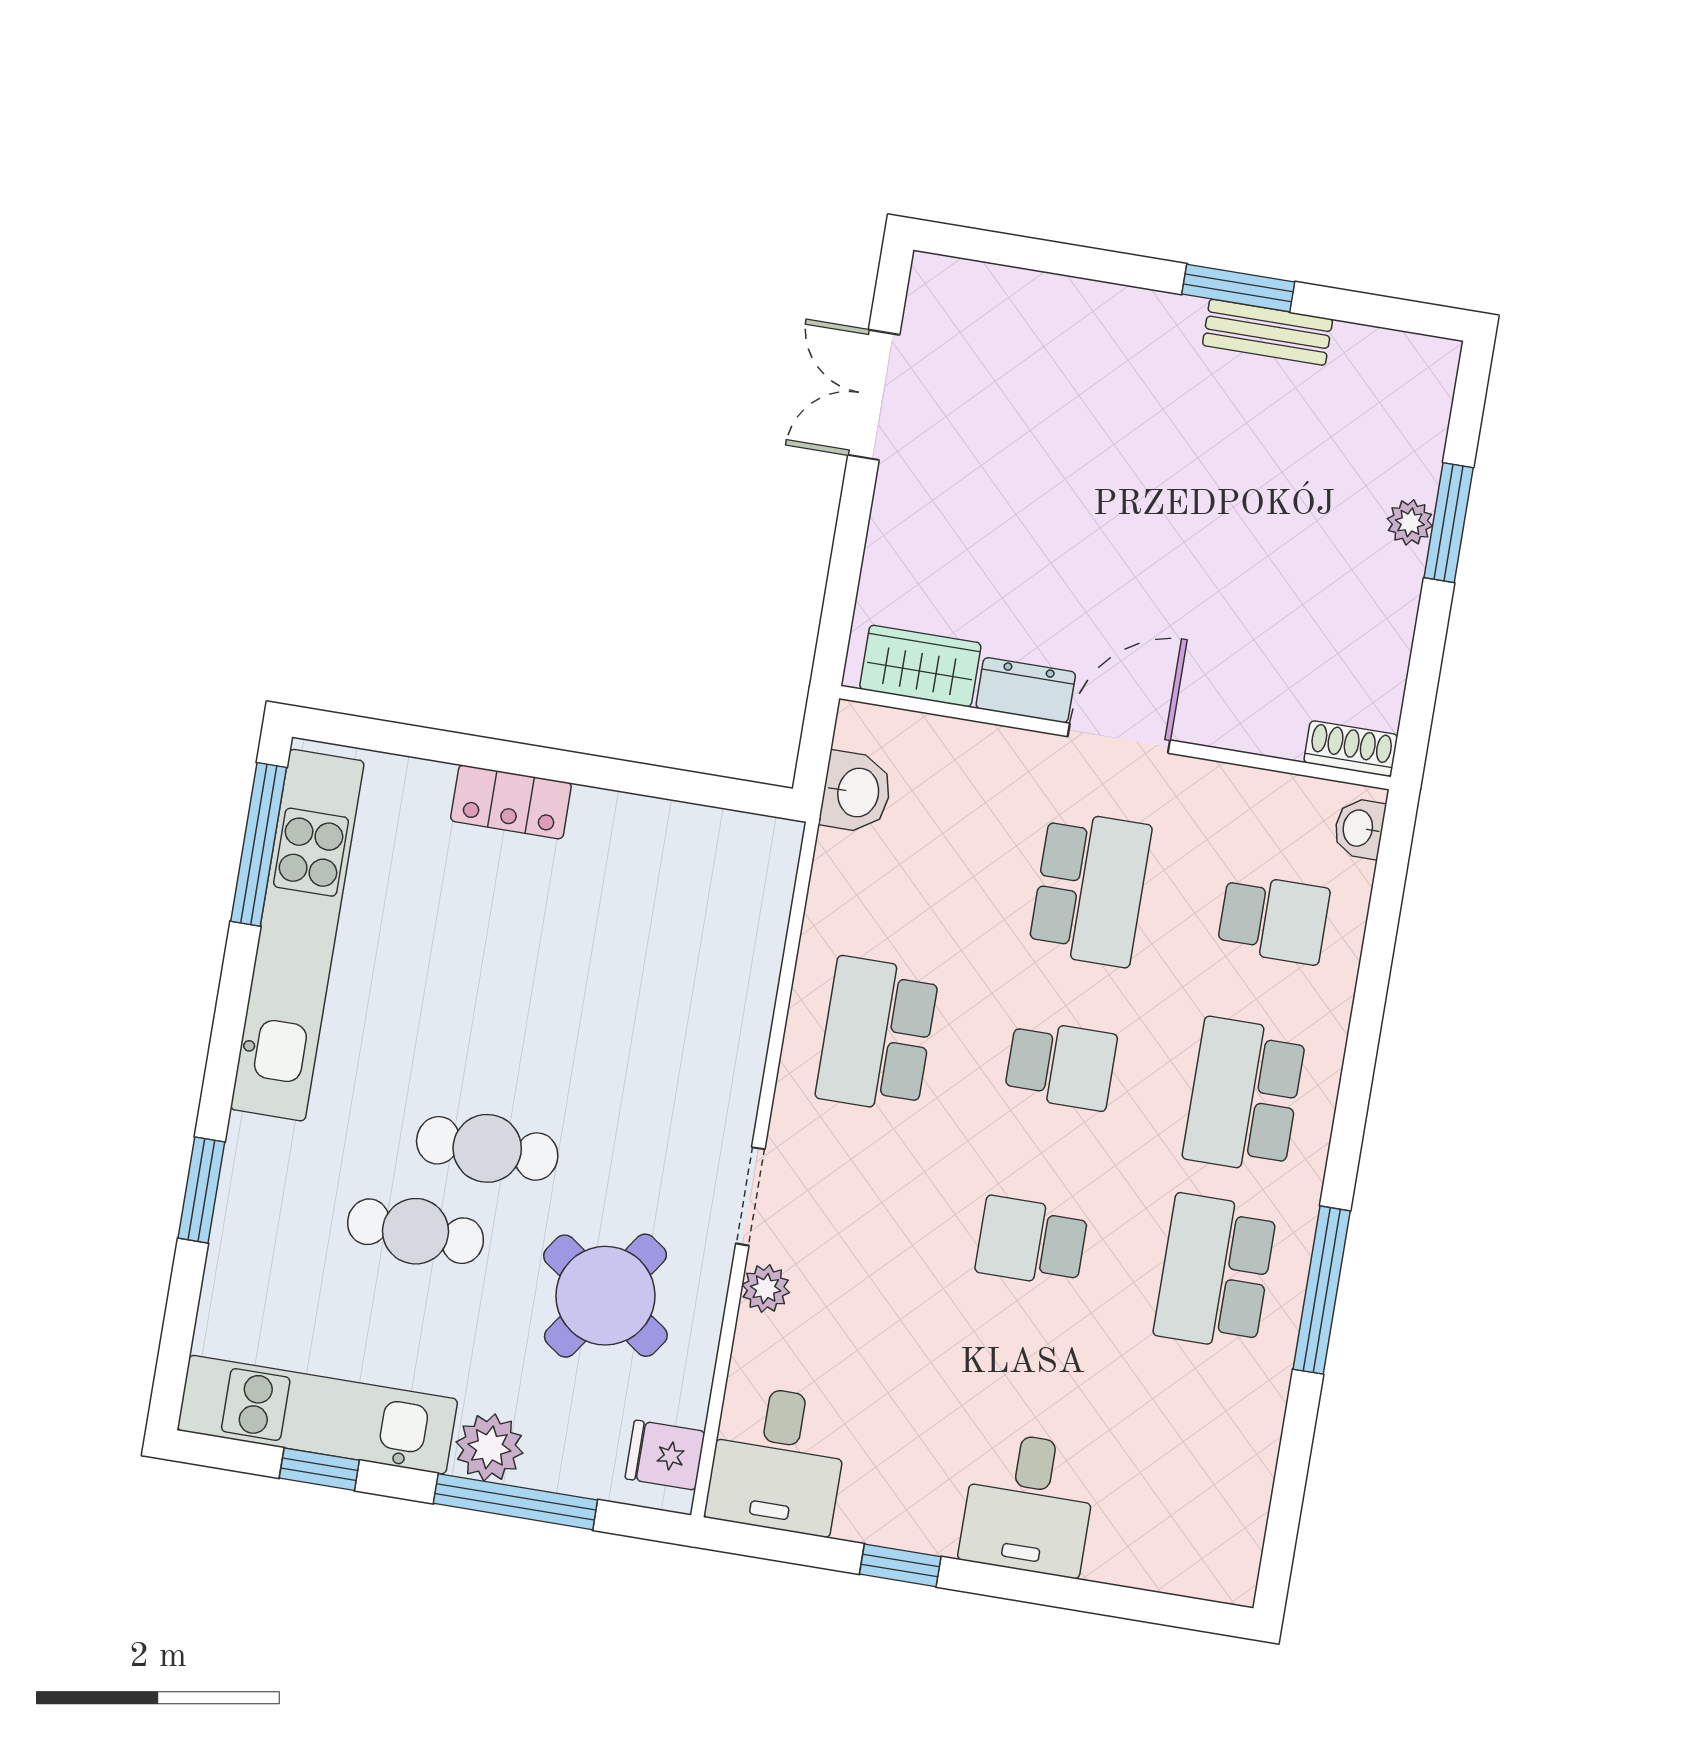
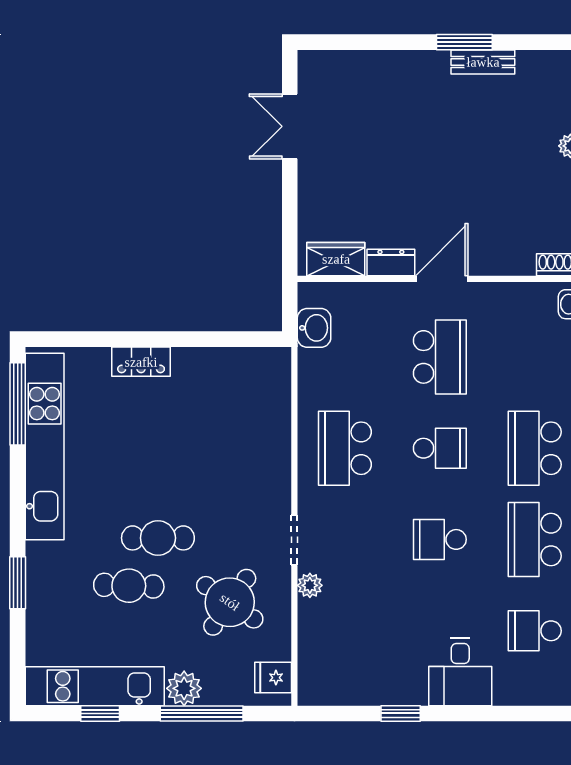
school desk: (1274, 919) -> (535, 631), moved, turned 180
desk: (778, 1460) -> (330, 671), removed

